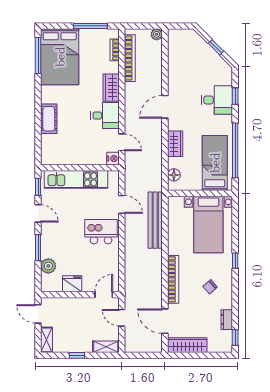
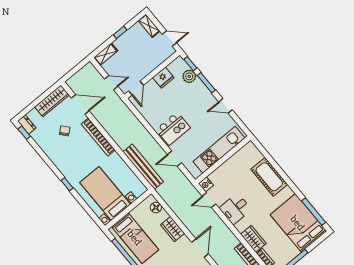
wardrobe: (111, 88) -> (253, 239), moved
cot: (49, 119) -> (269, 177), width x1.37, depth x1.34
window: (38, 187) -> (190, 64), moved
chair: (210, 287) -> (65, 131), moved
dresser: (227, 320) -> (27, 125), moved

